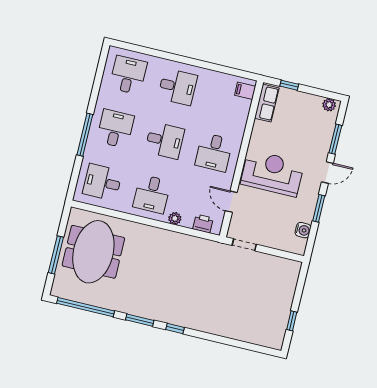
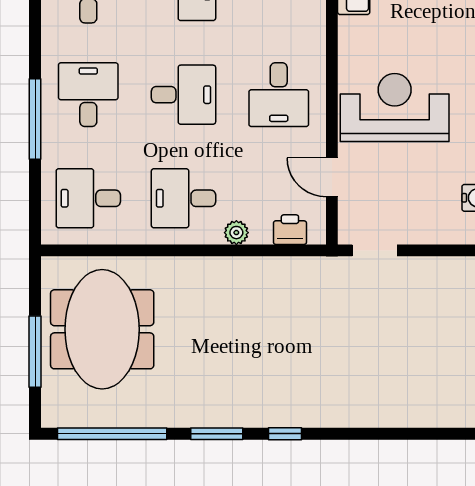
desk: (152, 194) -> (183, 198), turned 90

